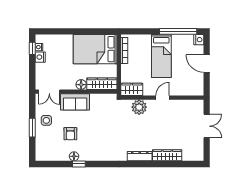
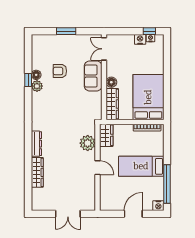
side table: (46, 120) -> (74, 46), removed
plant: (85, 156) -> (37, 86), added

